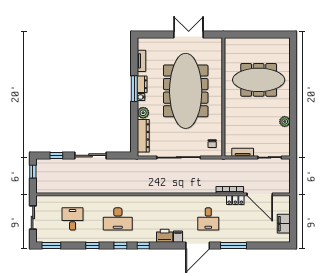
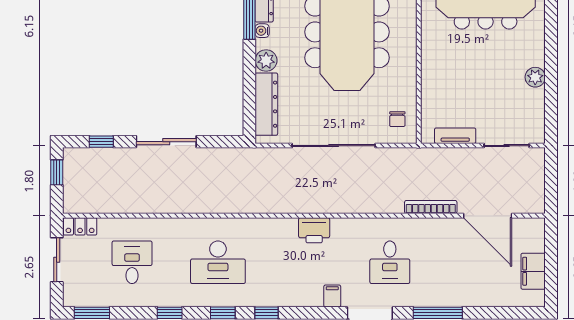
locker: (235, 200) -> (80, 226), moved
printer: (165, 236) -> (314, 230), moved, turned 180

